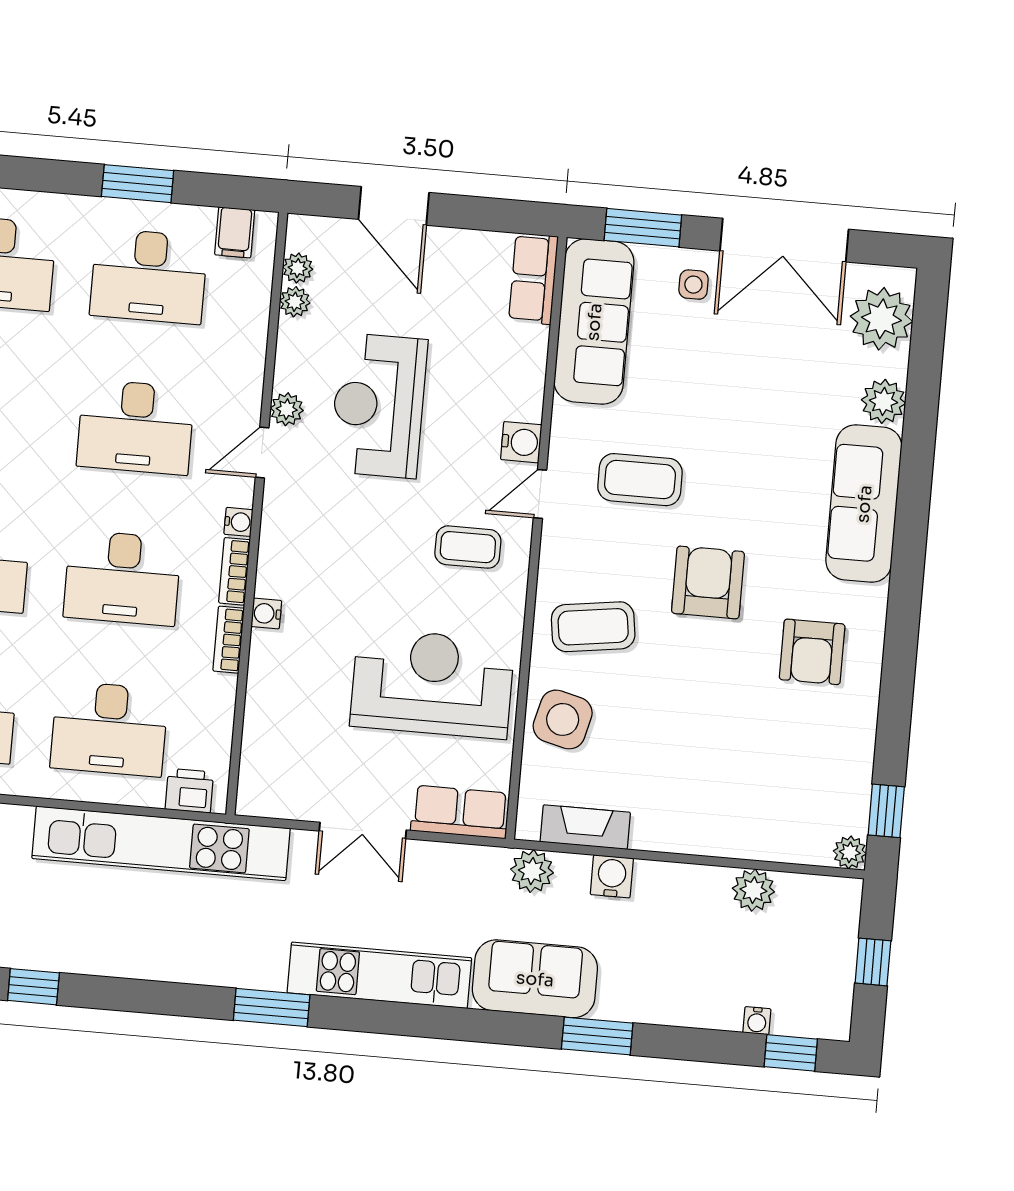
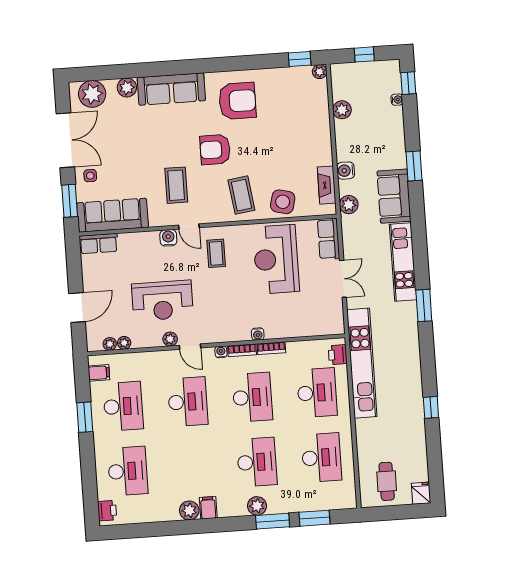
armchair: (812, 652) -> (237, 101), width x1.36, depth x1.36

